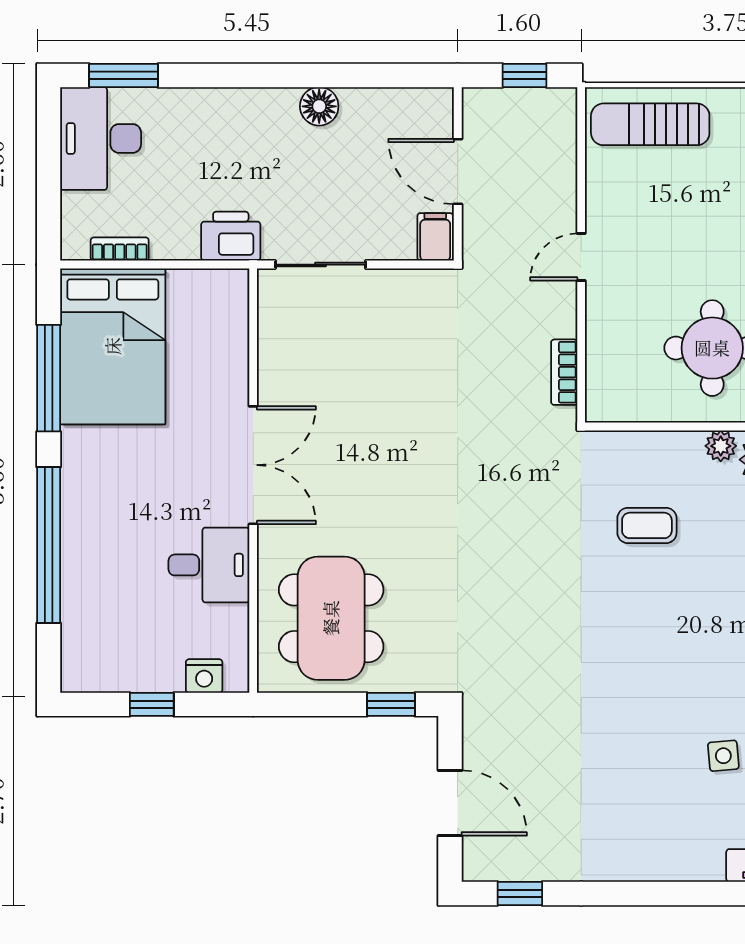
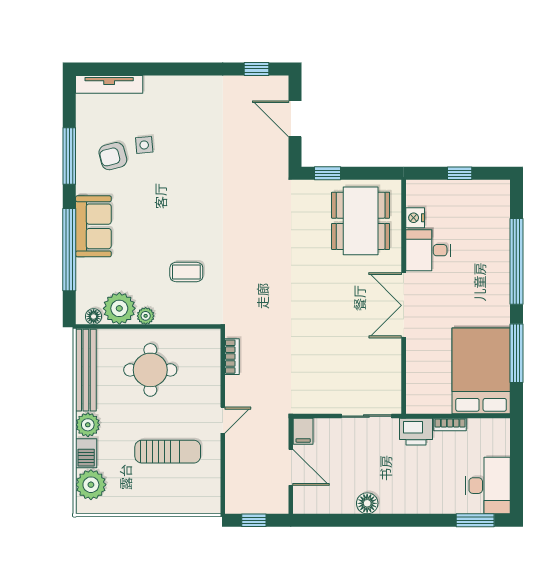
sun lounger: (650, 124) -> (168, 452), moved
bookcase: (120, 249) -> (450, 425), moved
nightstand: (204, 676) -> (415, 218), moved, turned -90

